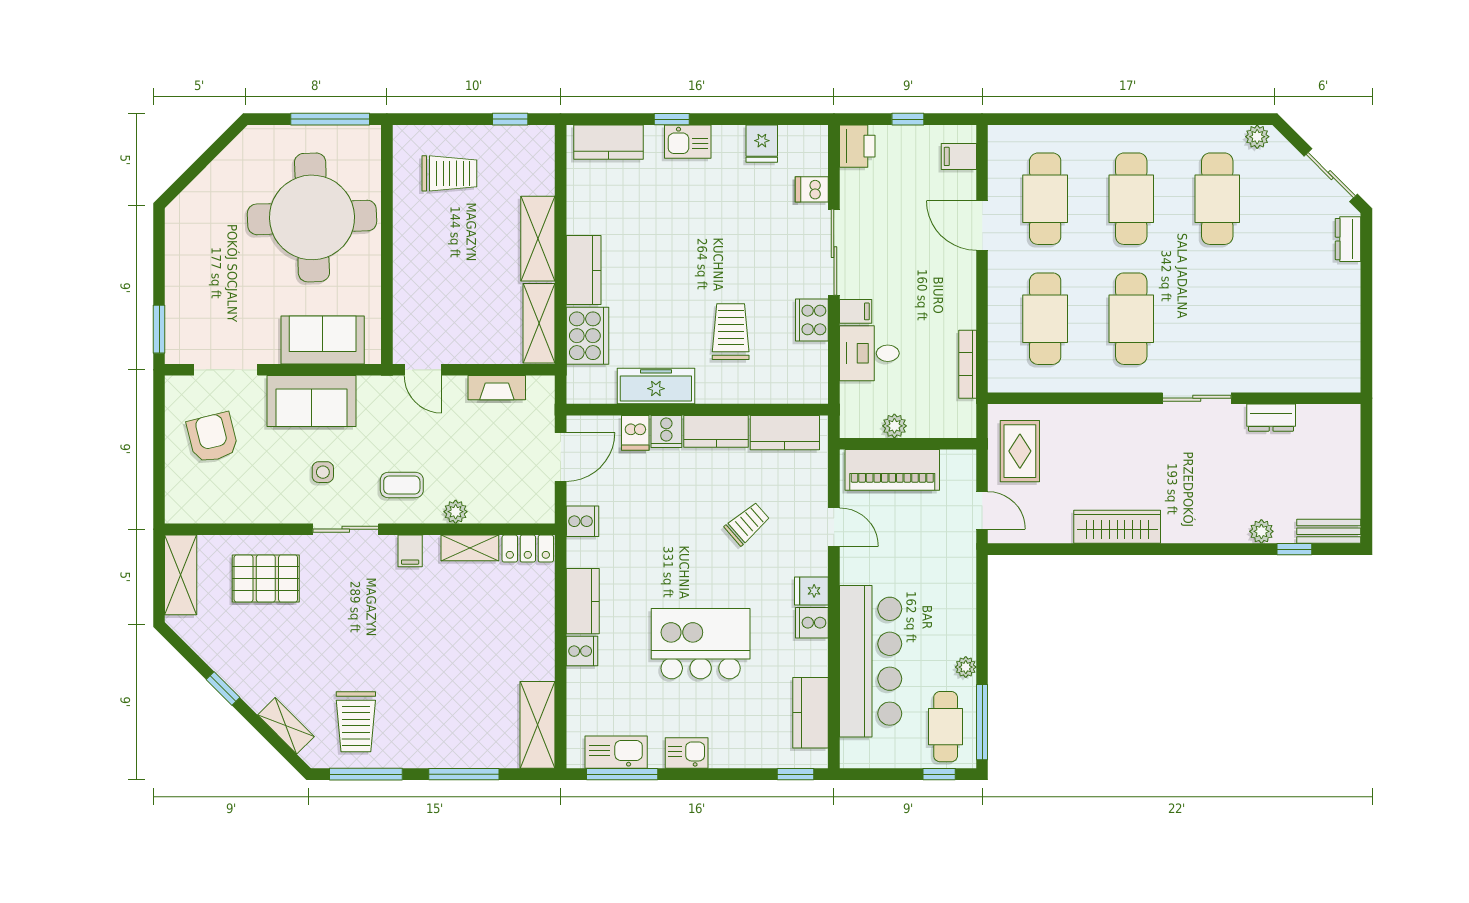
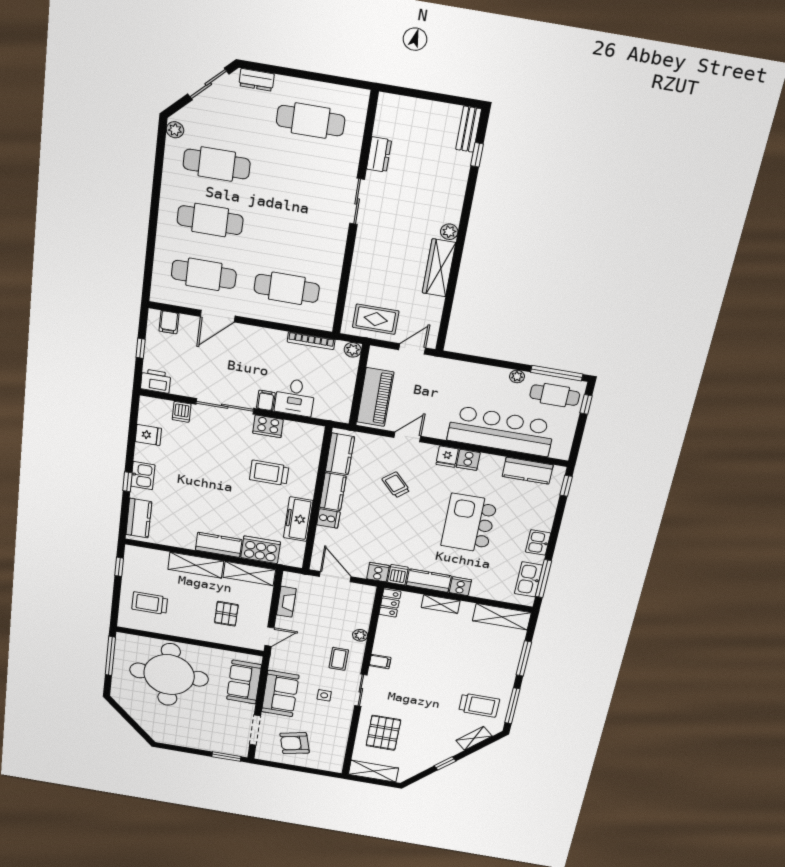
trolley: (449, 173) -> (150, 603), turned -90
pallet: (454, 296) -> (226, 614), added
cafe table: (1131, 319) -> (311, 121), moved
plant: (894, 426) -> (353, 350), moved
dishwasher: (635, 433) -> (398, 575), moved, turned -90
plant: (1261, 531) -> (449, 232), moved
shelving: (470, 548) -> (441, 604), moved, turned 90

